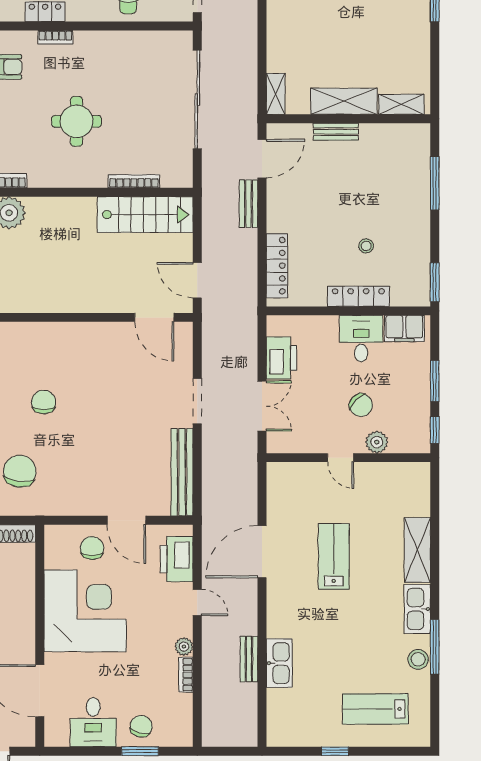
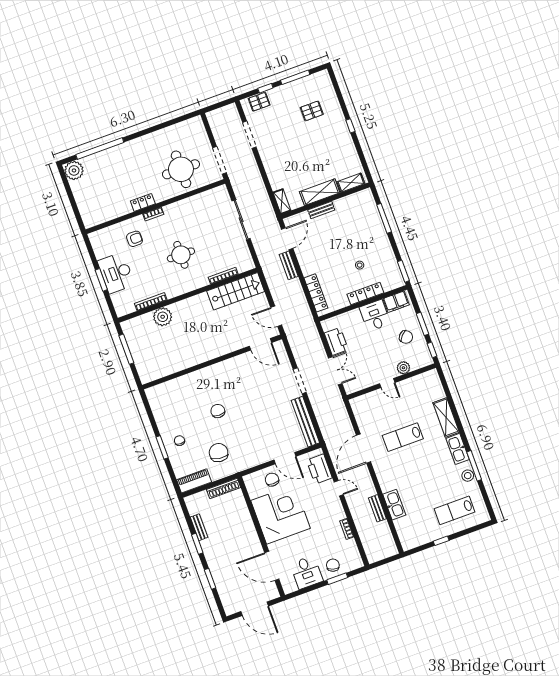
sliding door: (197, 99) -> (241, 220), width x0.73
chair: (361, 405) -> (406, 337), moved
lab bench: (334, 556) -> (403, 437), turned -90
plant: (184, 647) -> (340, 514), removed

